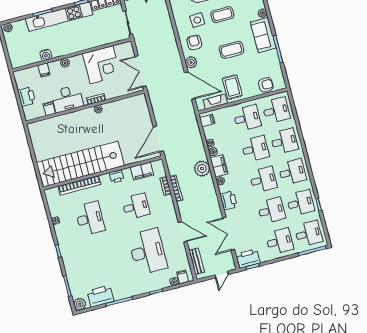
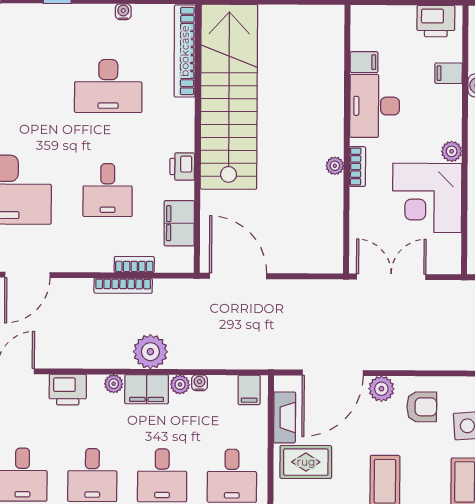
plant: (65, 63) -> (452, 151), moved
printer: (26, 97) -> (436, 21), moved
bookcase: (79, 185) -> (185, 51), moved

